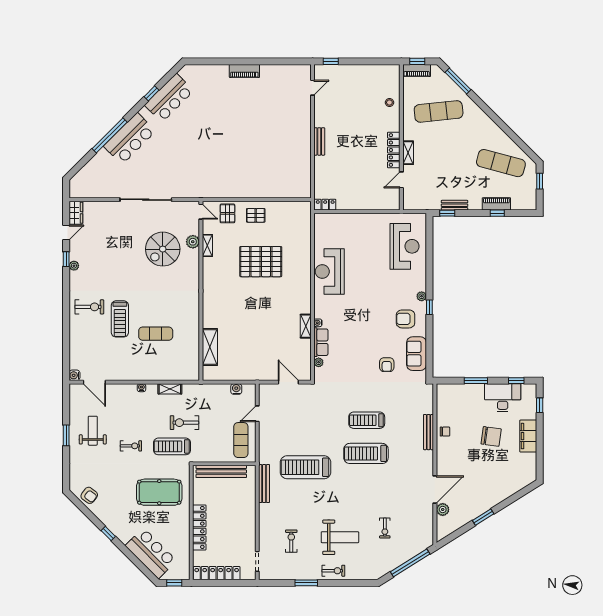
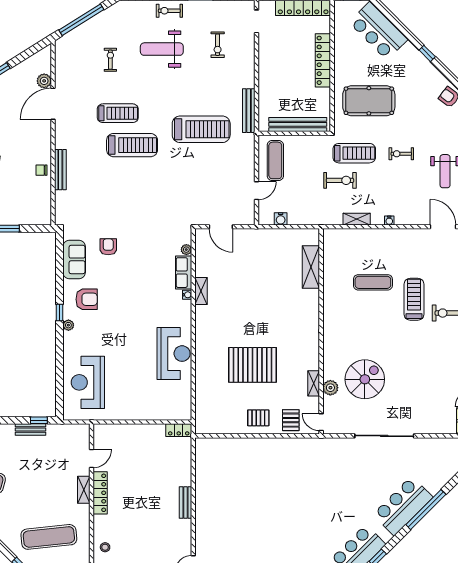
treadmill: (367, 420) -> (118, 113), moved

